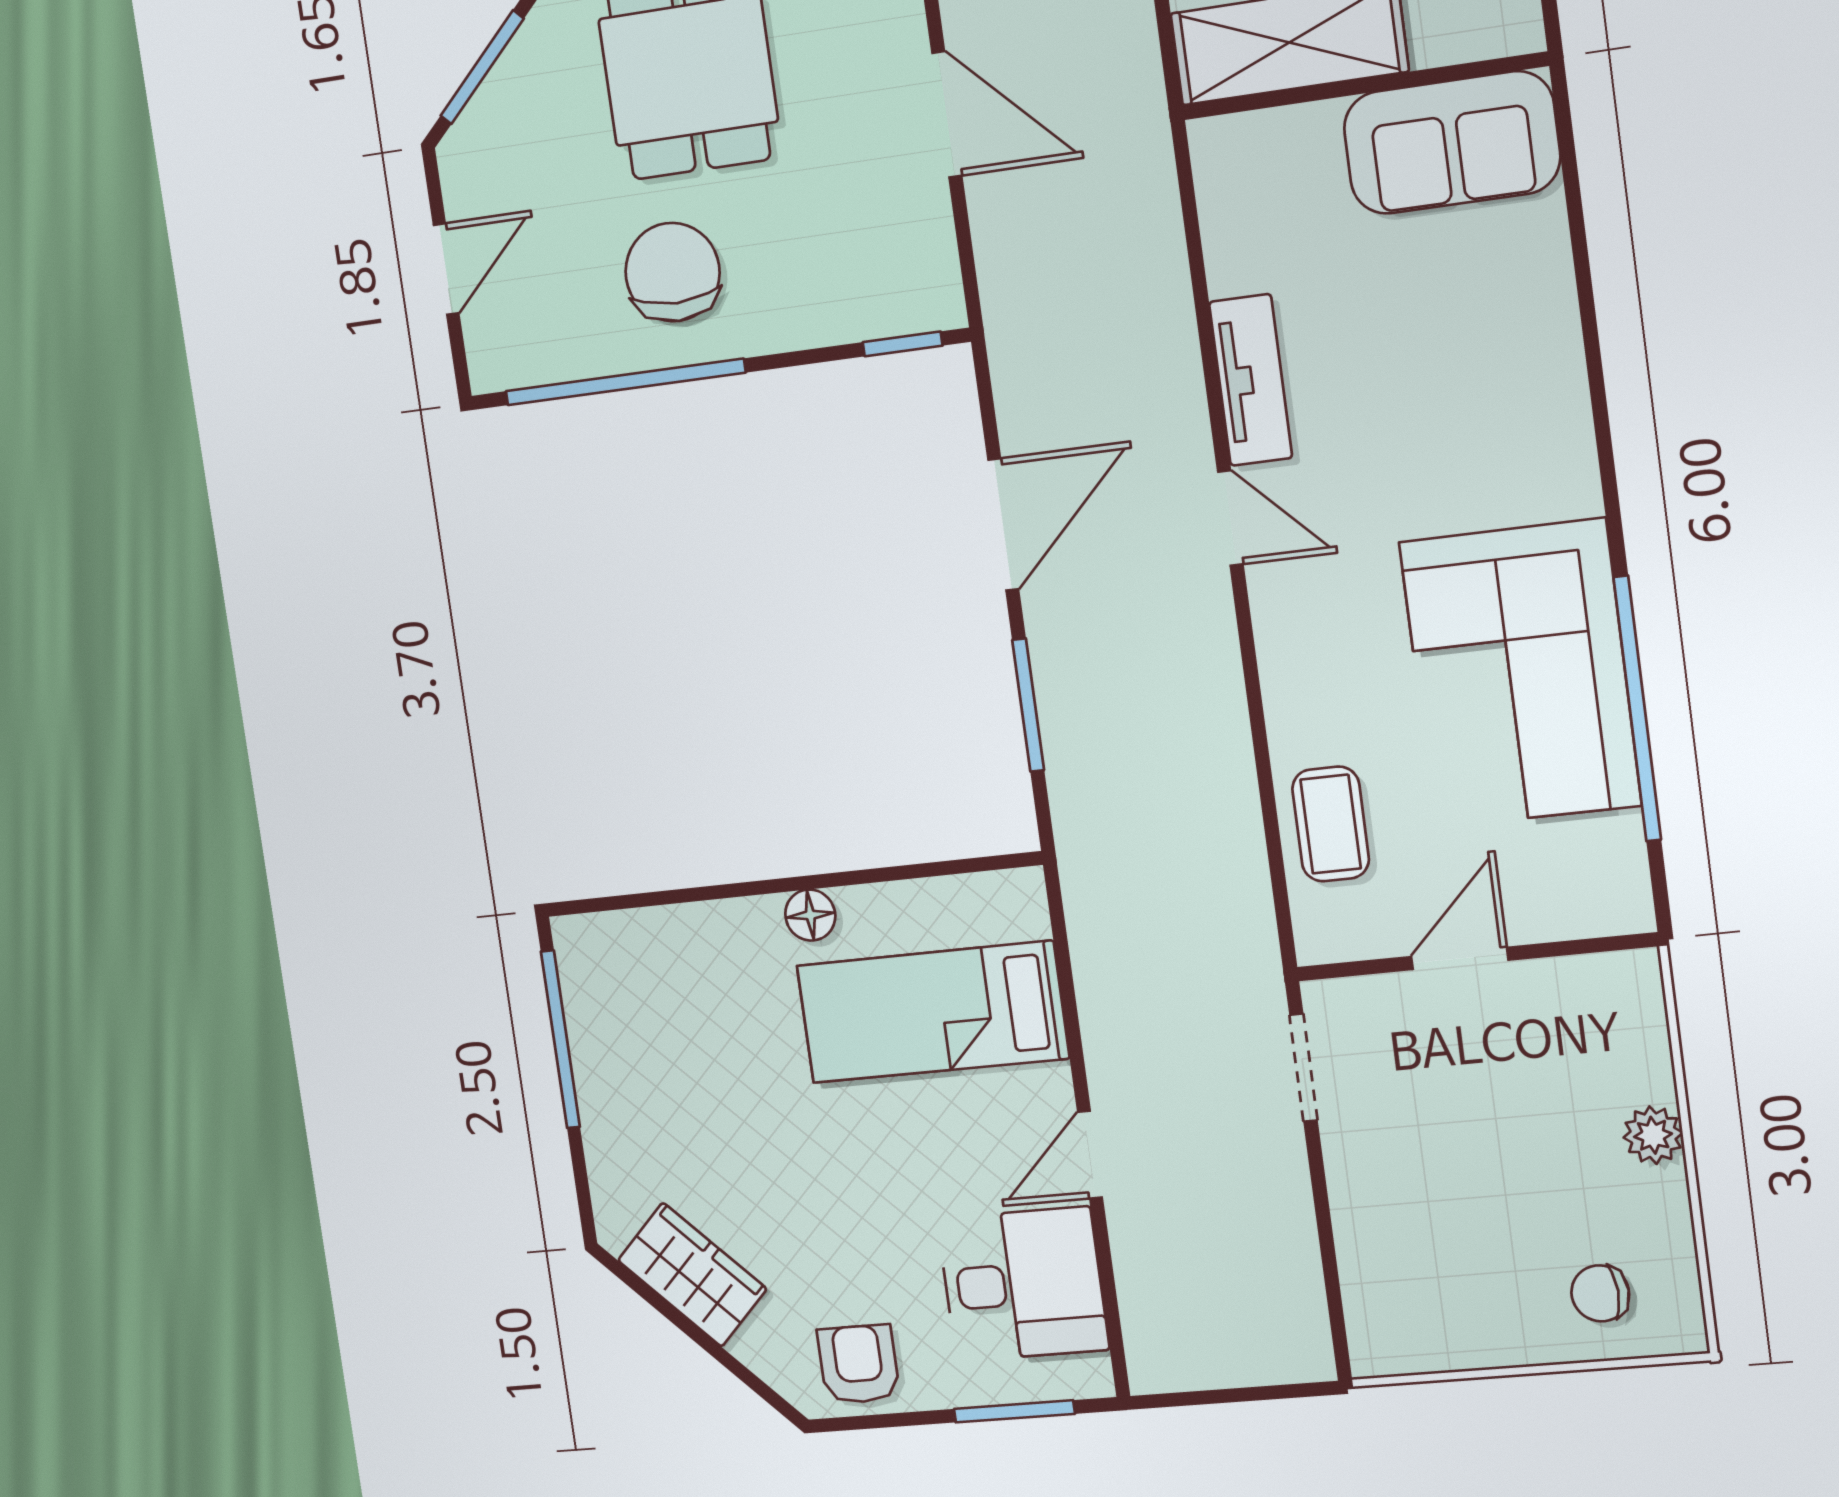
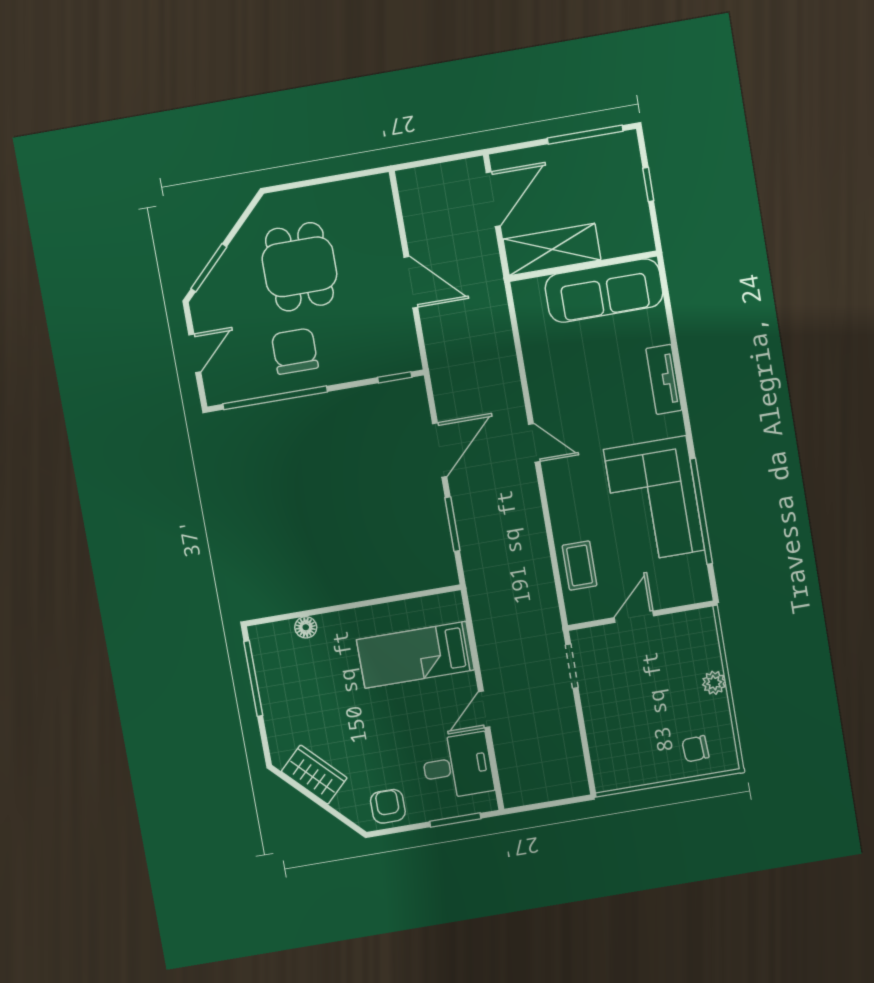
sofa: (1452, 143) -> (604, 291), width x1.36
tv unit: (1251, 380) -> (664, 379), moved, turned 180
floor lamp: (810, 915) -> (306, 627), moved

